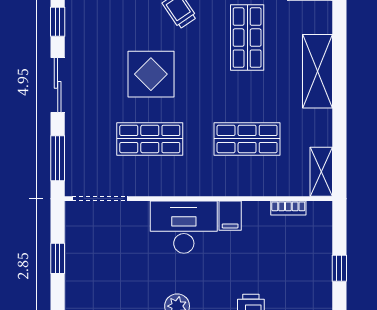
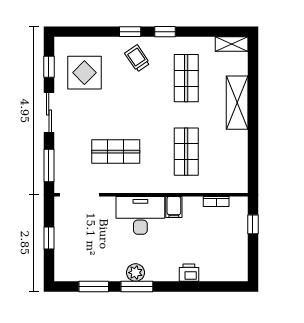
display table: (151, 74) -> (84, 73), moved
shop shelf: (247, 139) -> (186, 152), turned 90
shelving: (321, 172) -> (240, 175), removed
window: (339, 268) -> (253, 224), moved

